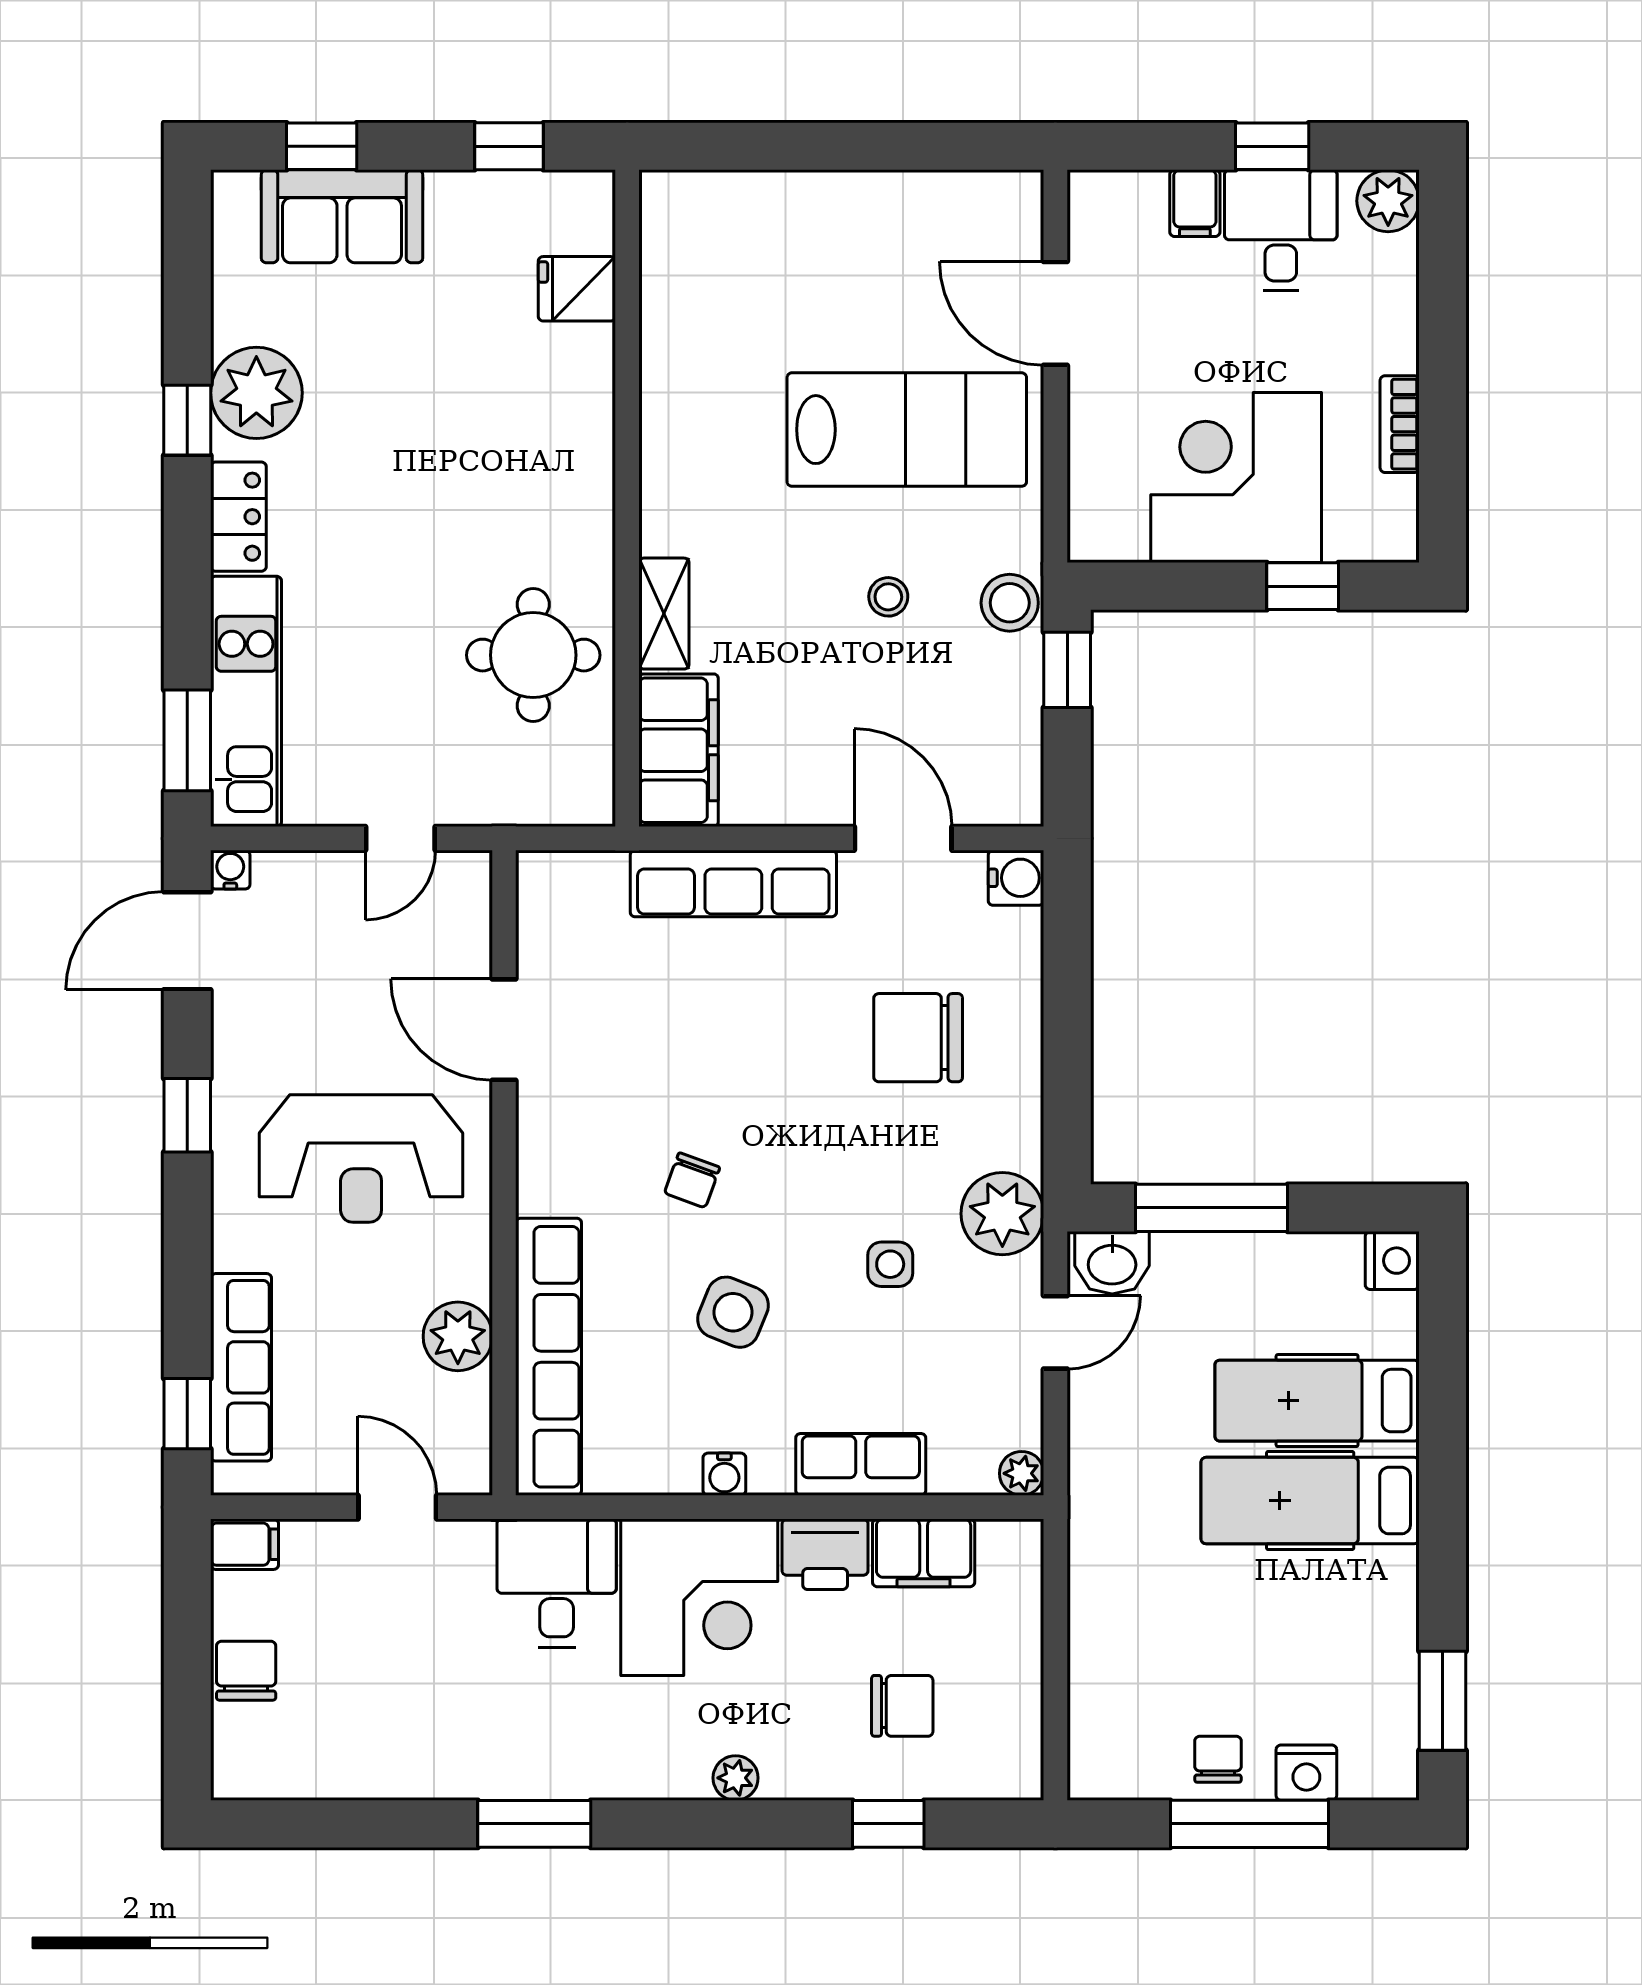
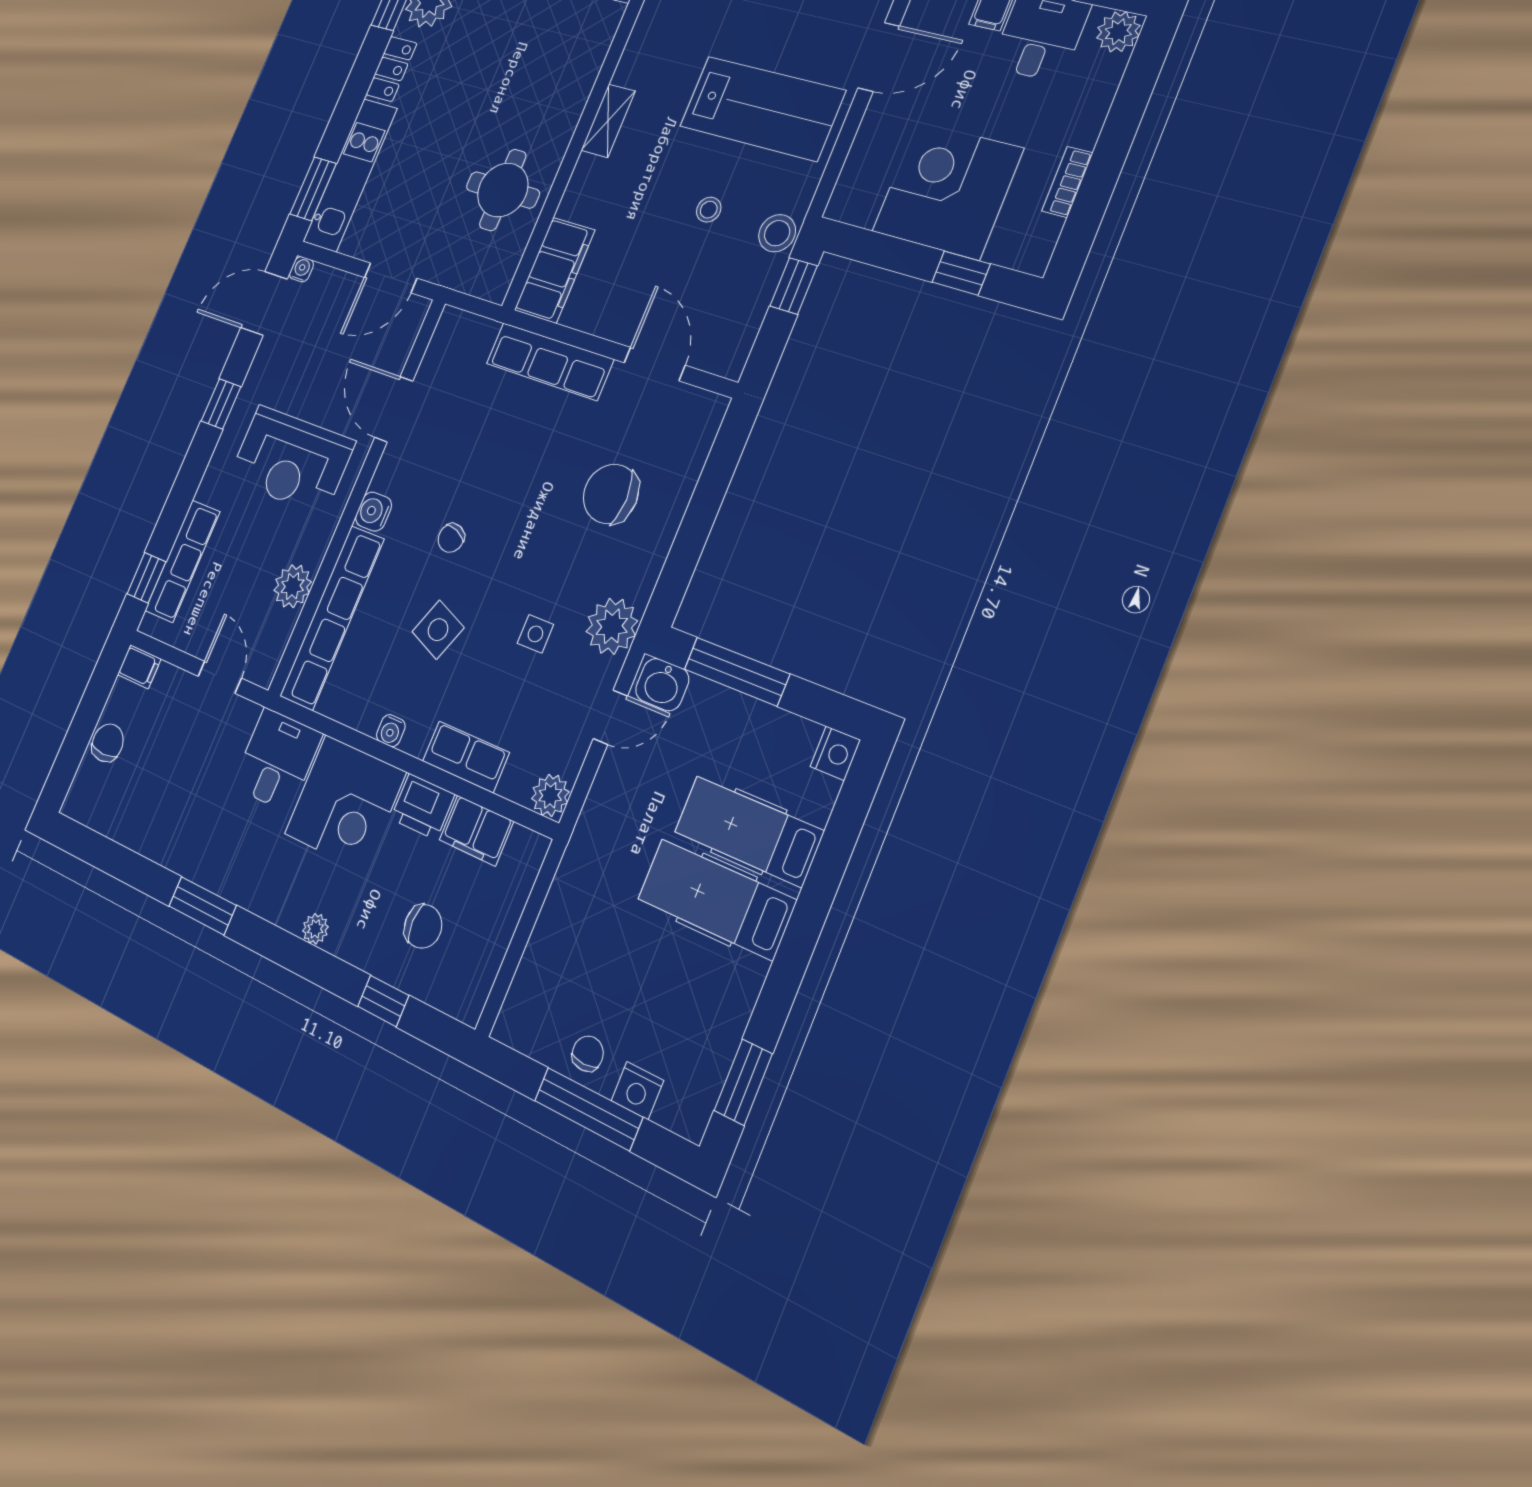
door: (1055, 313) -> (879, 57), swing flipped
shelving: (664, 614) -> (608, 121), moved
door: (400, 838) -> (391, 278), width x1.38
water cooler: (1016, 878) -> (374, 512), moved, turned 180
plant: (1022, 1473) -> (550, 795), width x1.38, depth x1.38

